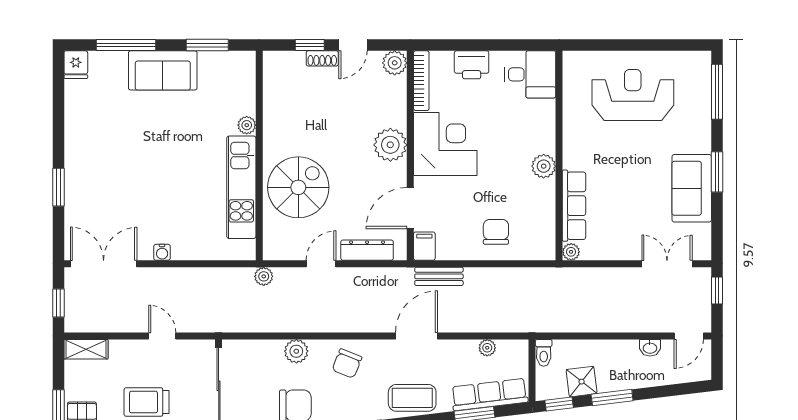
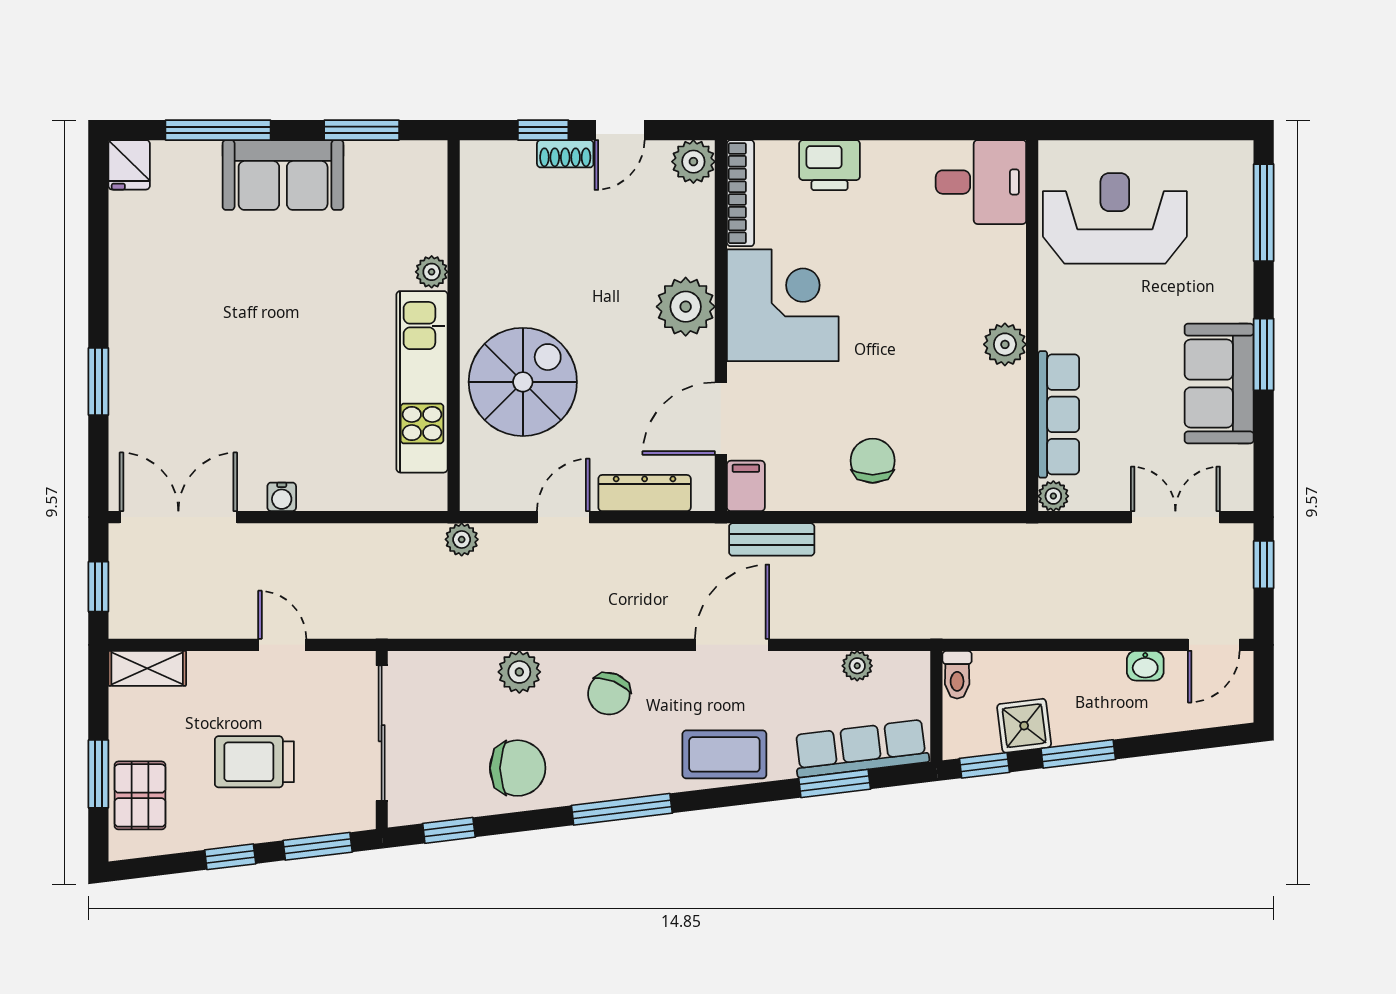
desk: (530, 74) -> (981, 182), moved
wall: (559, 156) -> (1032, 326), moved
plant: (544, 166) -> (1005, 344), moved
row of seats: (574, 206) -> (1059, 414), moved
plant: (571, 252) -> (1053, 496), moved

